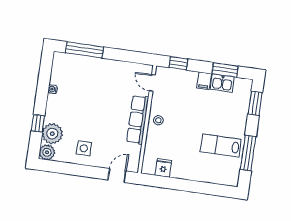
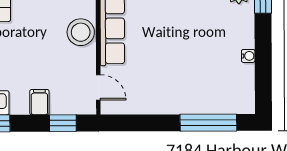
filing cabinet: (204, 81) -> (39, 102), moved
stool: (158, 120) -> (81, 32), width x1.89, depth x1.89

